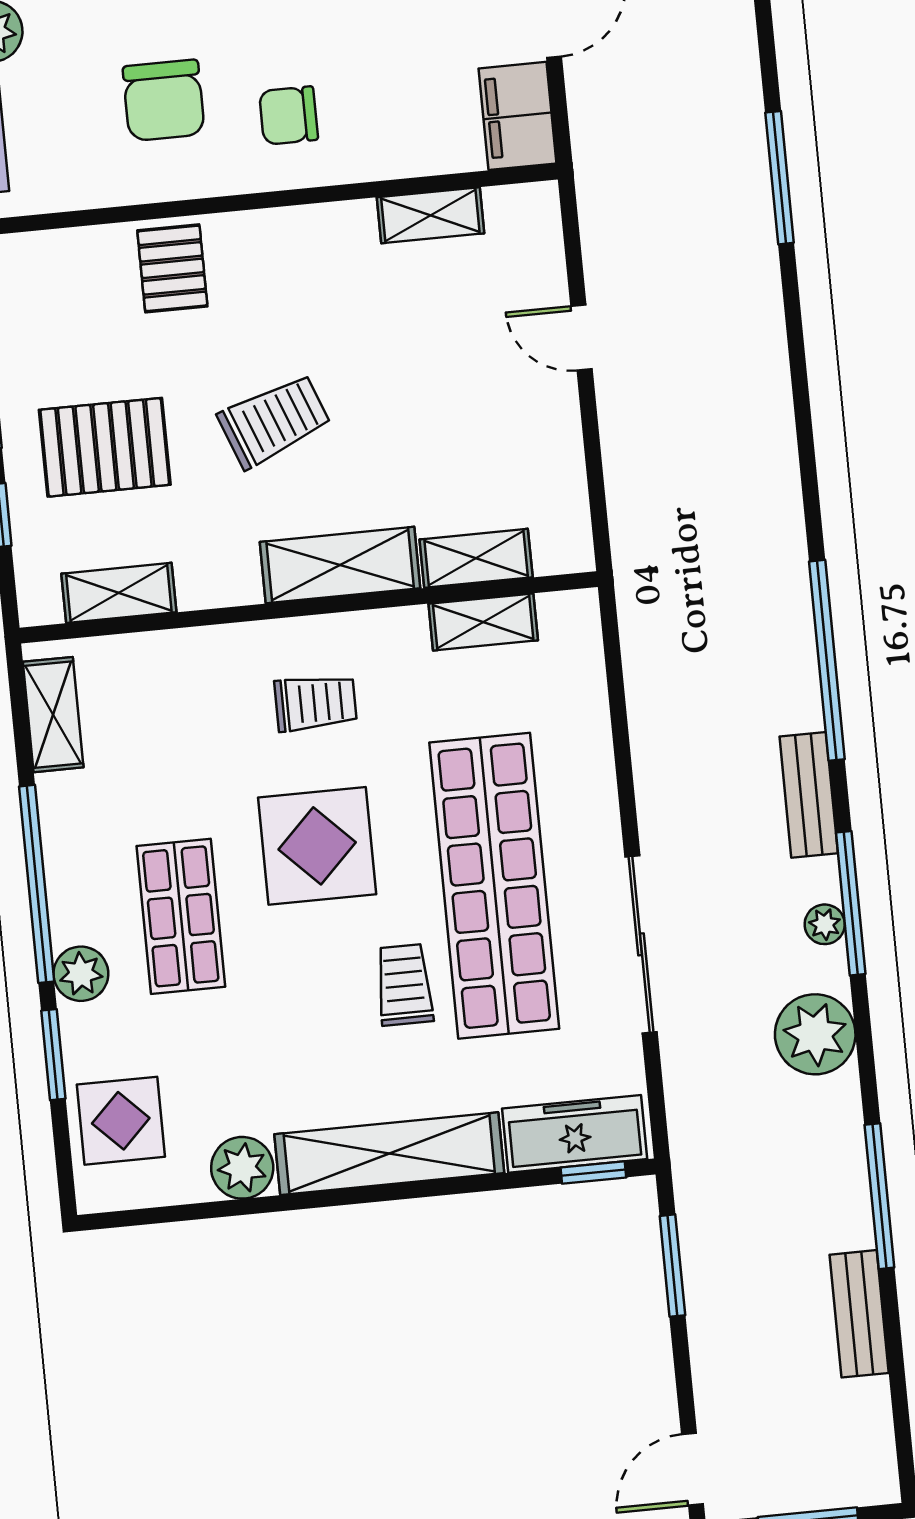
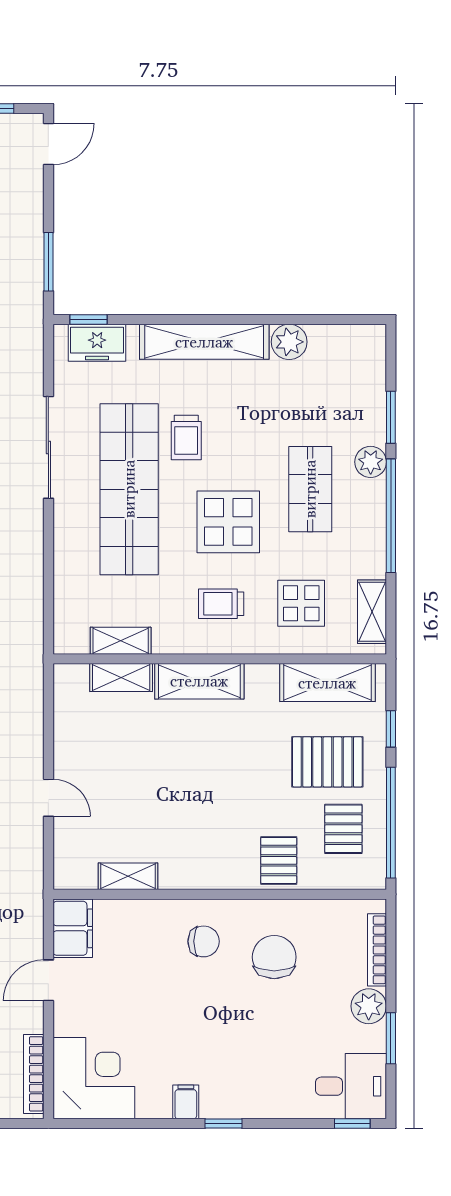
pallet: (66, 334) -> (343, 829), added
trolley: (274, 421) -> (229, 767), removed
shelving: (119, 593) -> (327, 683), width x1.50, depth x1.33
display table: (121, 1121) -> (301, 603), moved
freezer: (575, 1134) -> (97, 343), width x0.71

